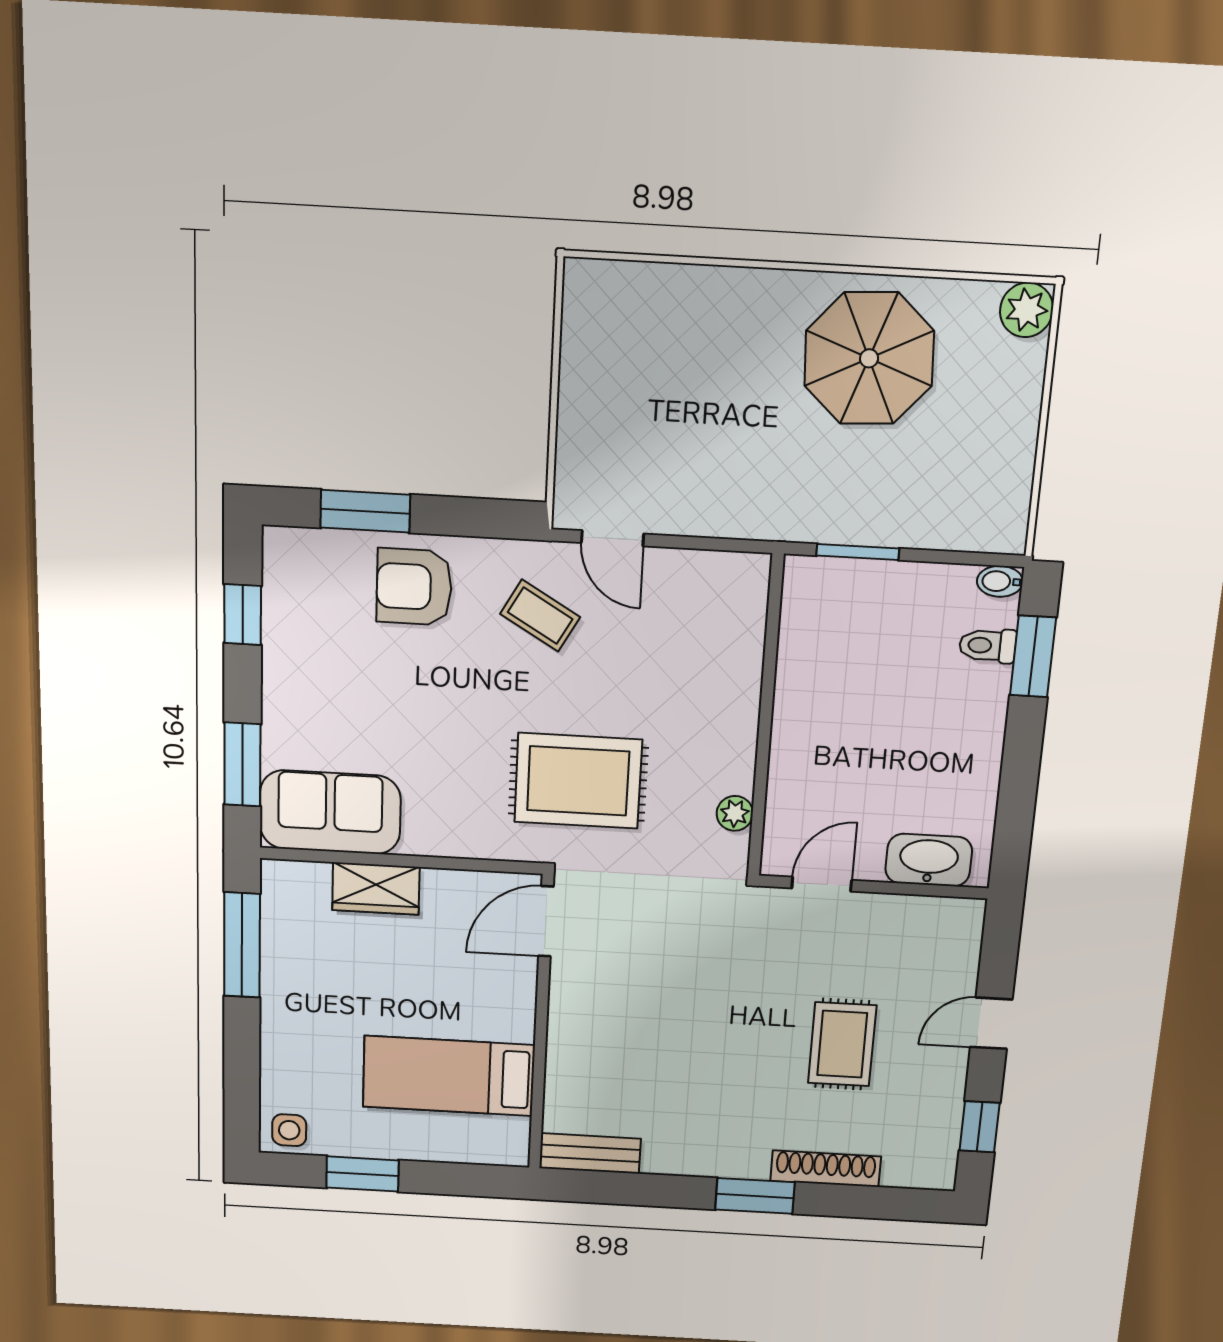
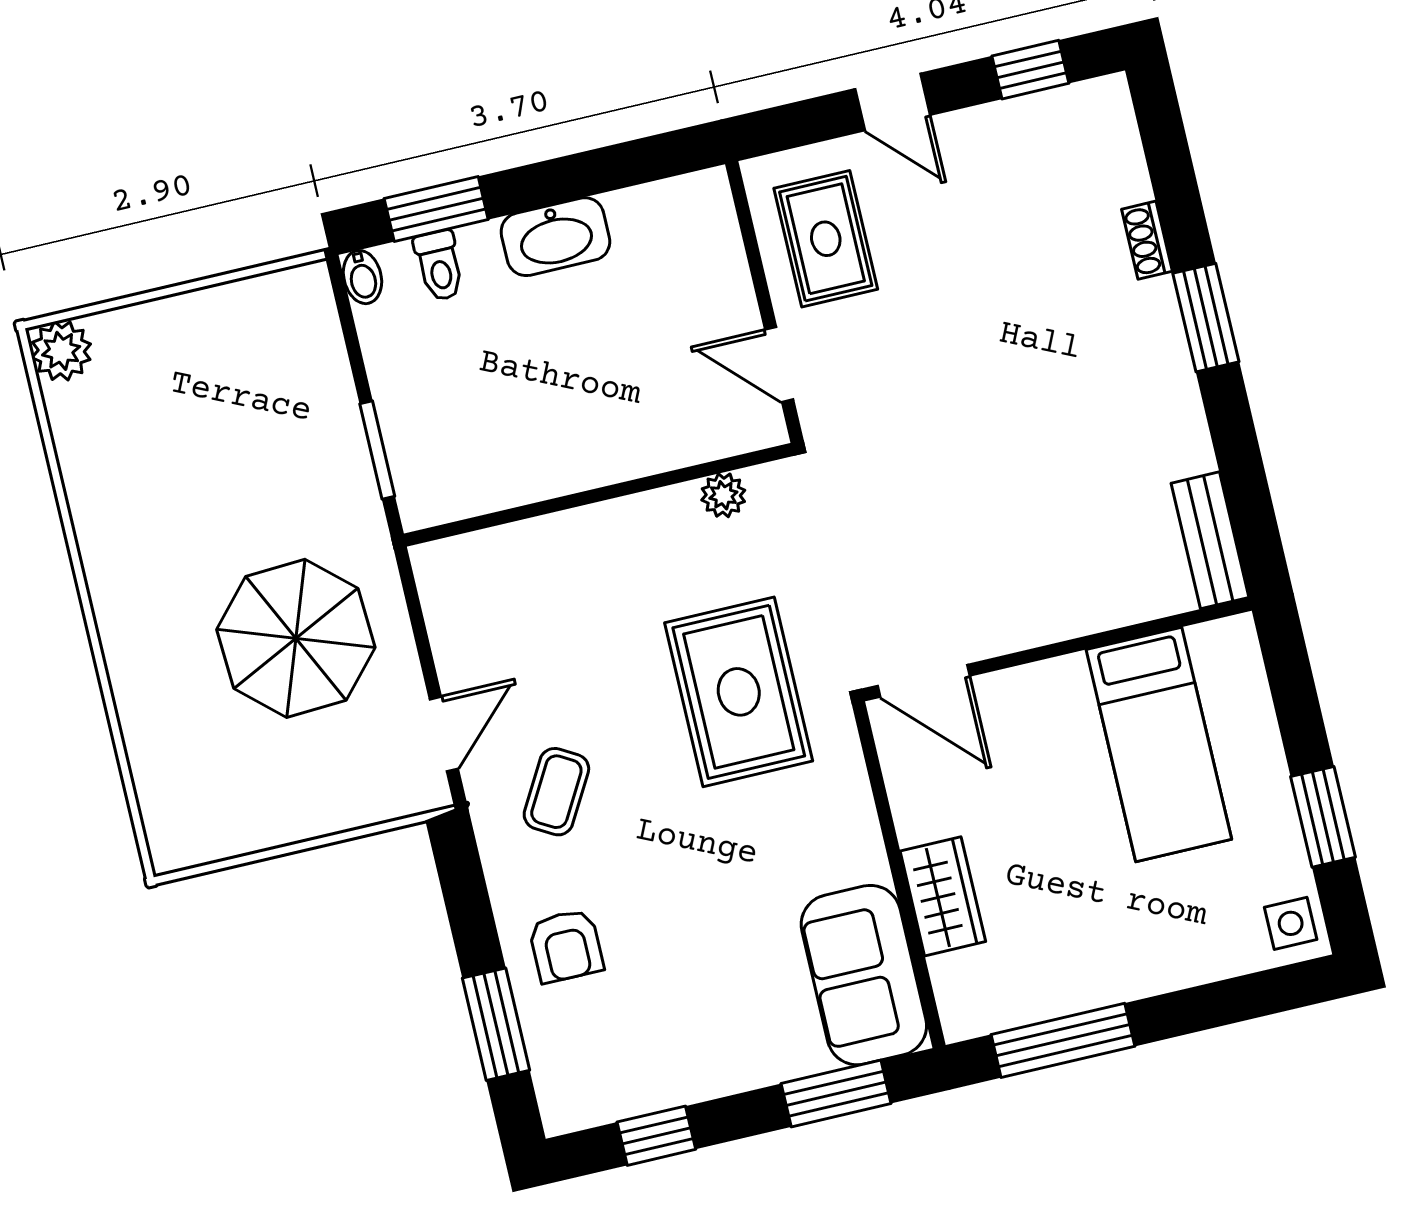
parasol: (869, 358) -> (296, 638), moved
armchair: (414, 587) -> (566, 946), width x0.72, depth x0.72
washbasin: (929, 860) -> (555, 237), moved, turned -90
rug: (842, 1044) -> (826, 239), moved, turned 90
shoe rack: (826, 1169) -> (1147, 240), width x0.51, depth x0.81

